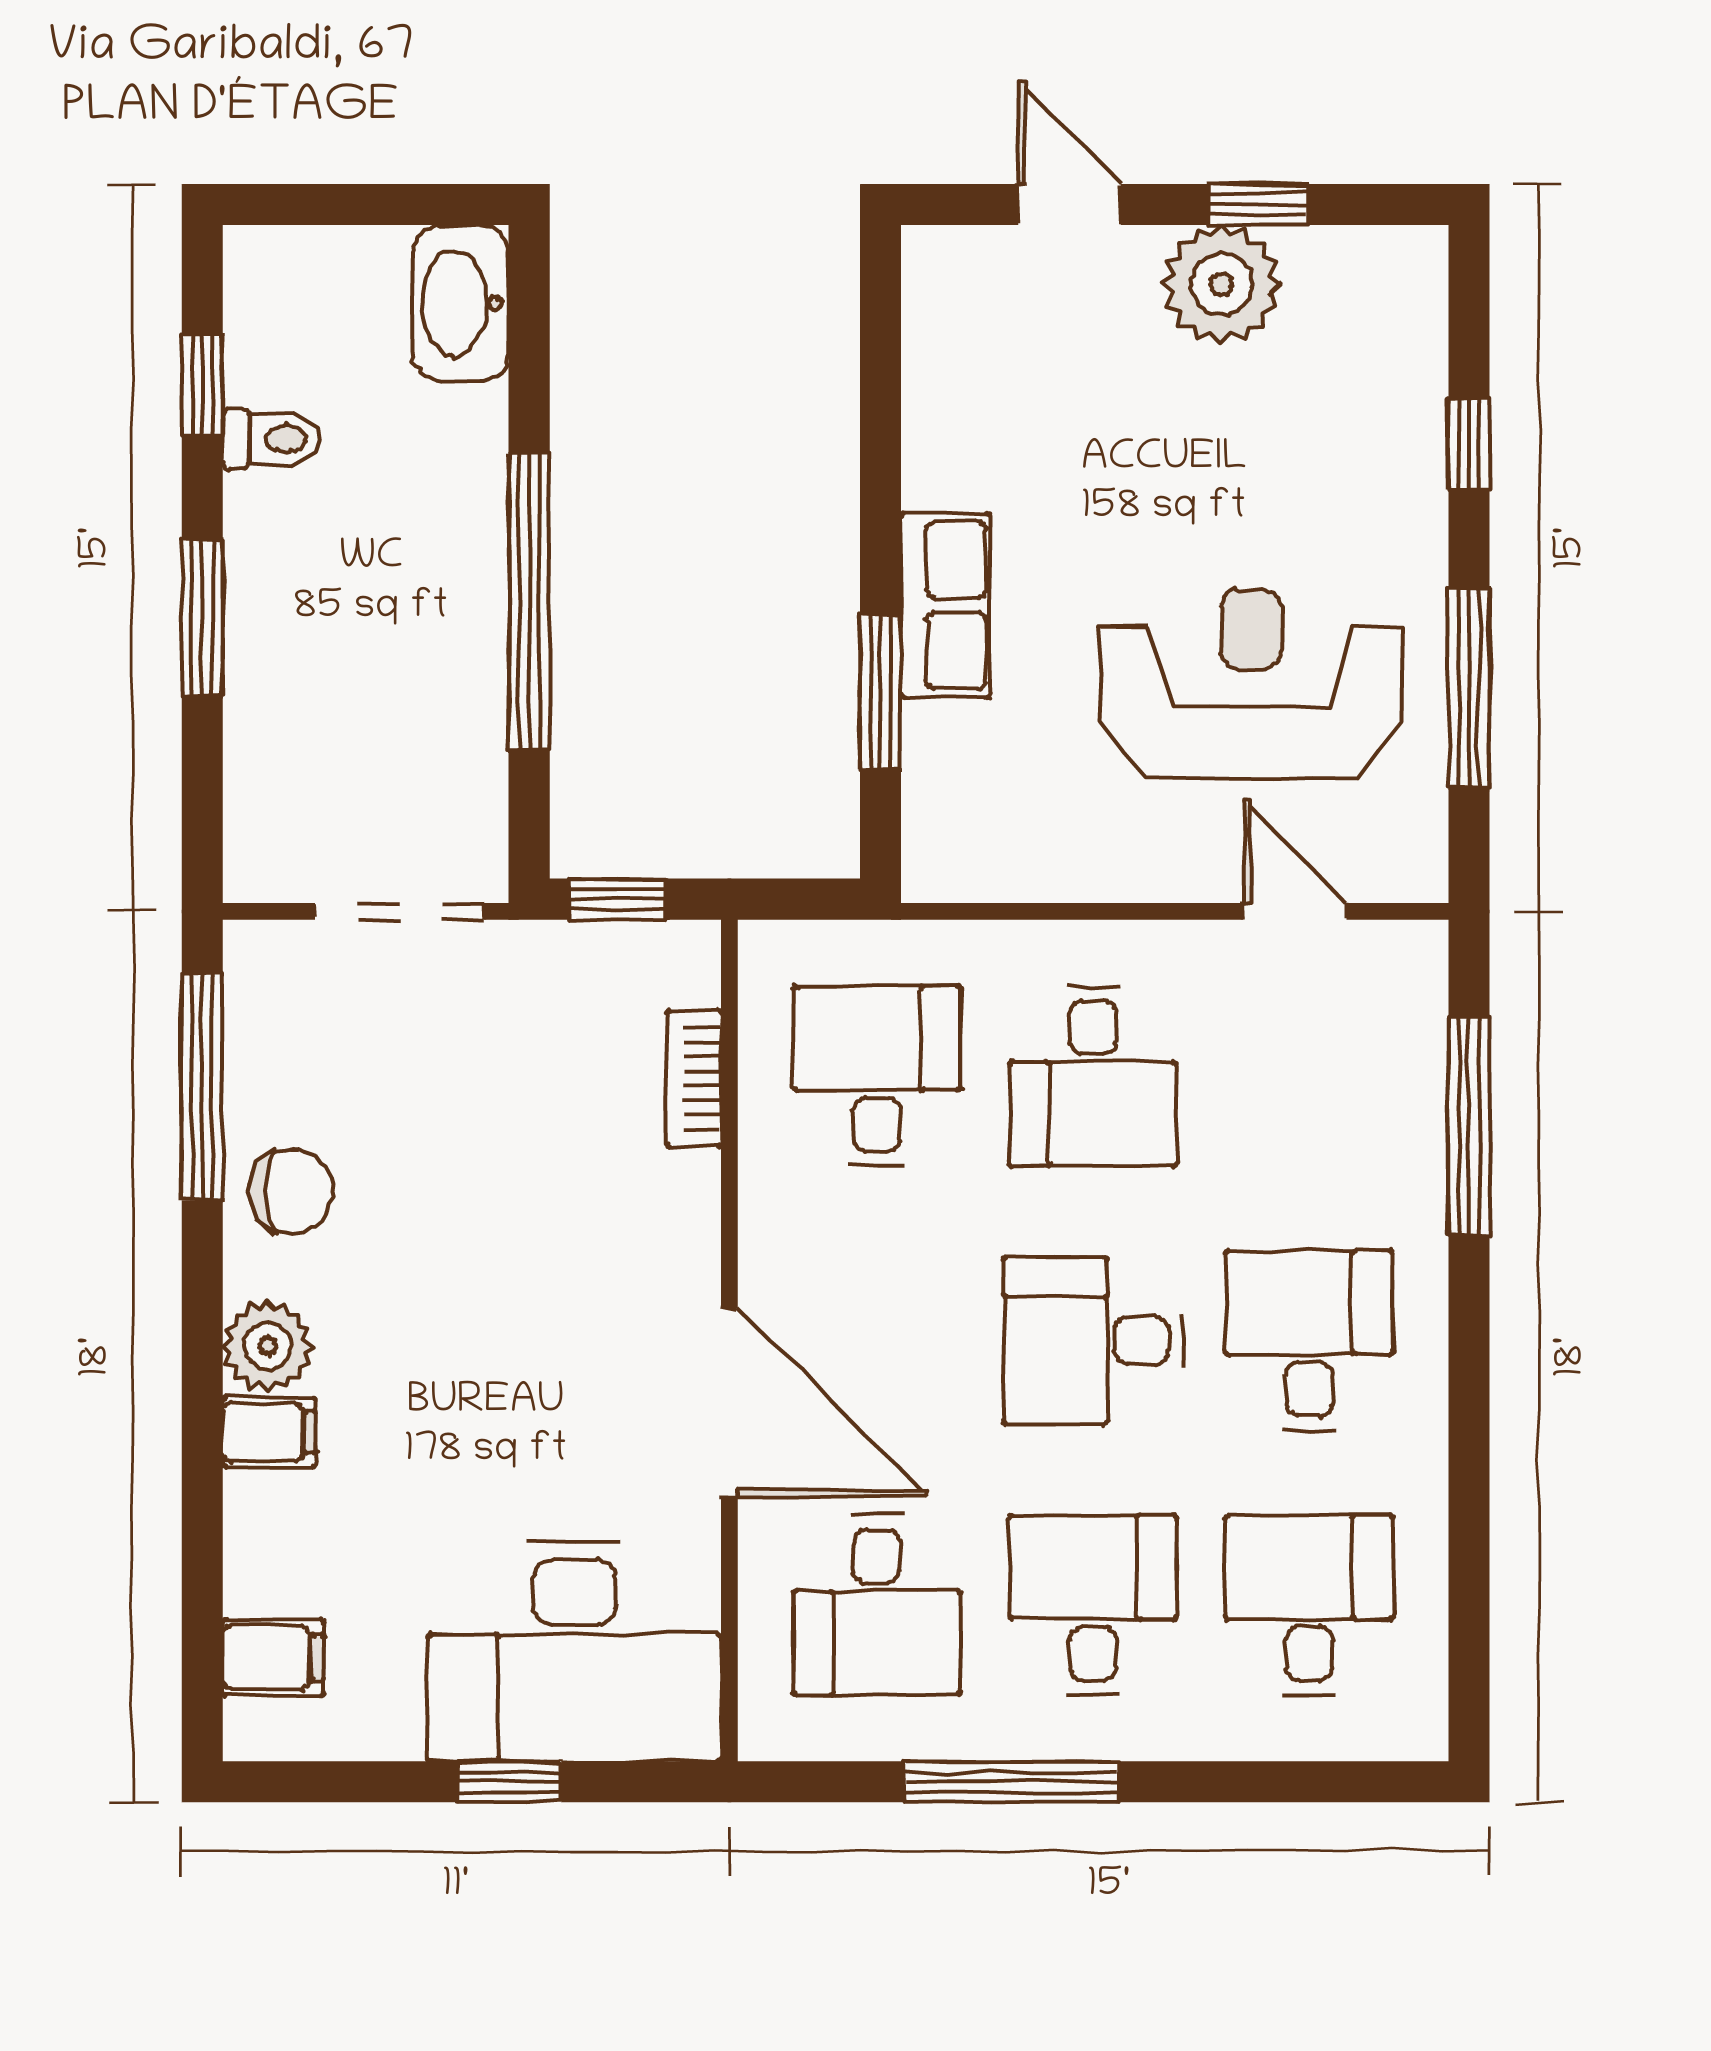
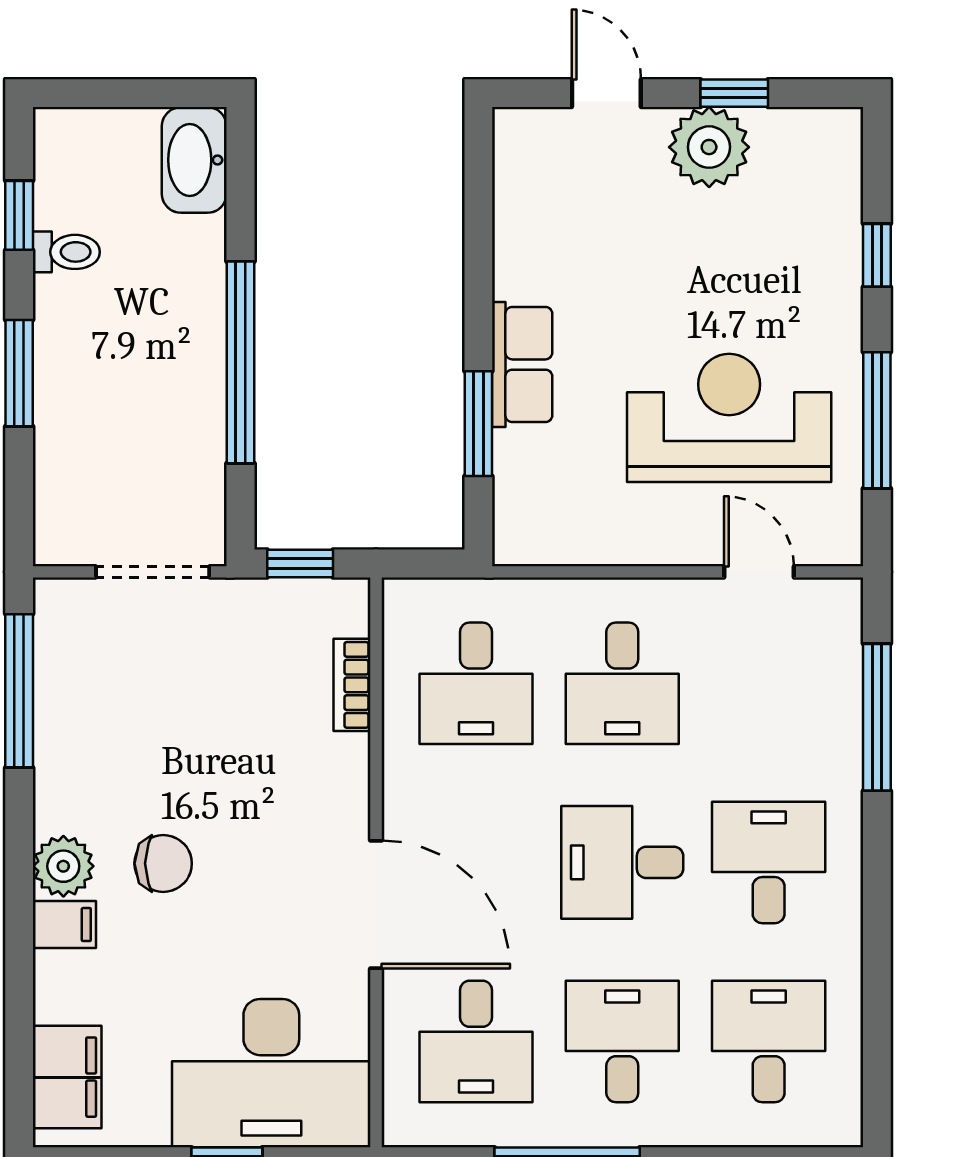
desk: (877, 1076) -> (476, 683), turned 180
chair: (291, 1191) -> (163, 863), moved
filing cabinet: (273, 1657) -> (67, 1077), width x2.00

